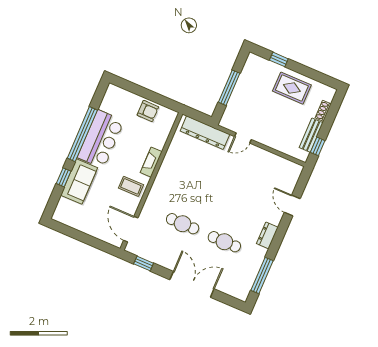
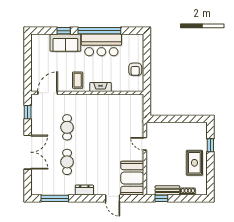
window: (229, 88) -> (176, 119), removed
dresser: (205, 133) -> (137, 116), removed
booth: (278, 171) -> (132, 178), added
door: (292, 205) -> (113, 198), swing flipped

